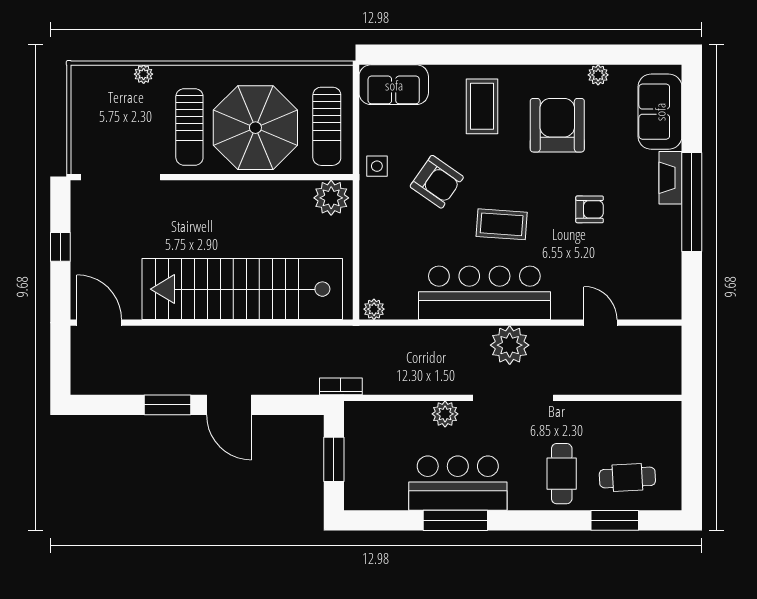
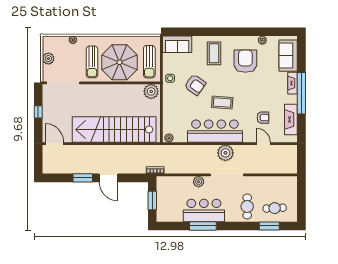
plant: (85, 119) -> (48, 59), added
armchair: (590, 209) -> (263, 118), moved
fireplace: (666, 265) -> (291, 119), added

